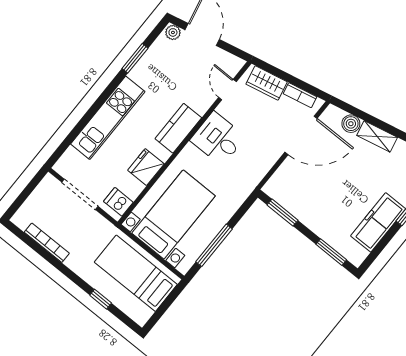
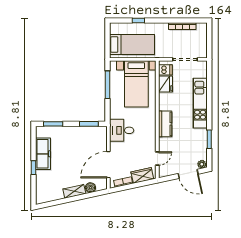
door: (227, 90) -> (157, 159), hinge flipped
desk: (218, 139) -> (122, 130), moved, turned 180
fridge: (146, 167) -> (166, 84), moved

